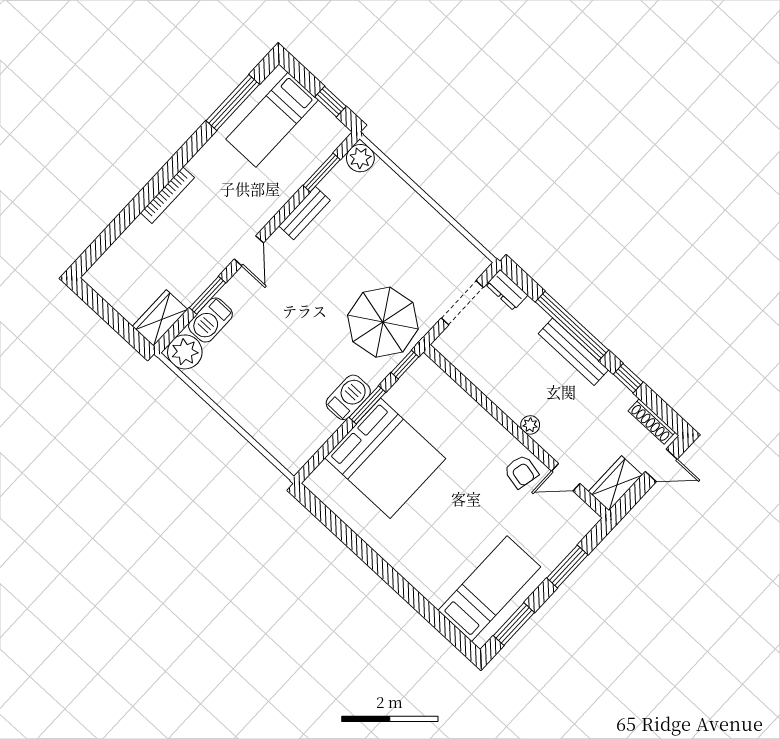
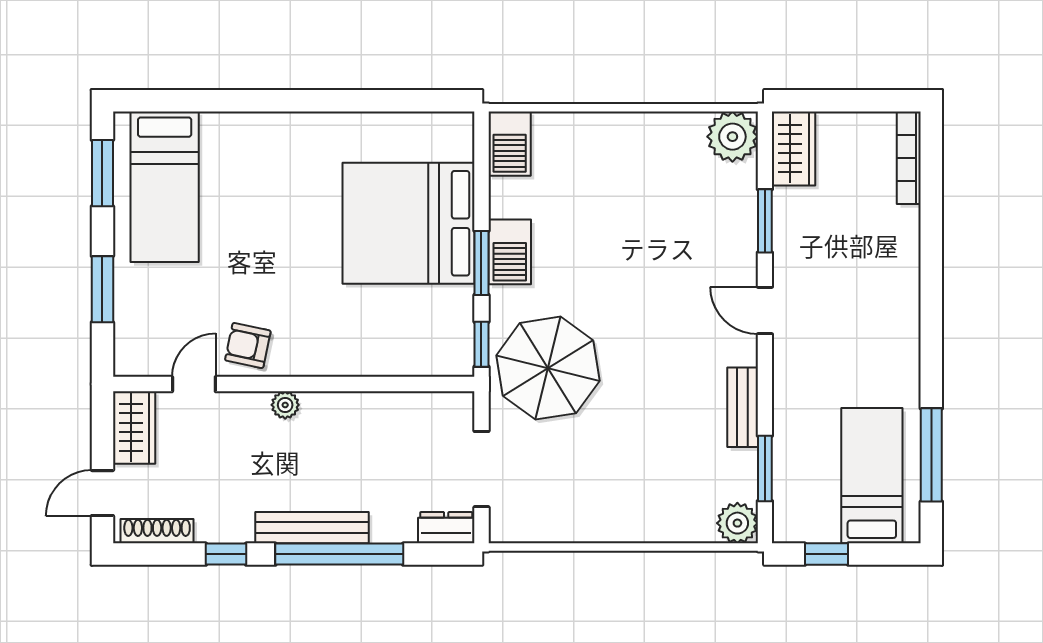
bookcase: (167, 195) -> (909, 158), moved
barbecue: (210, 320) -> (510, 144), moved, turned 180

